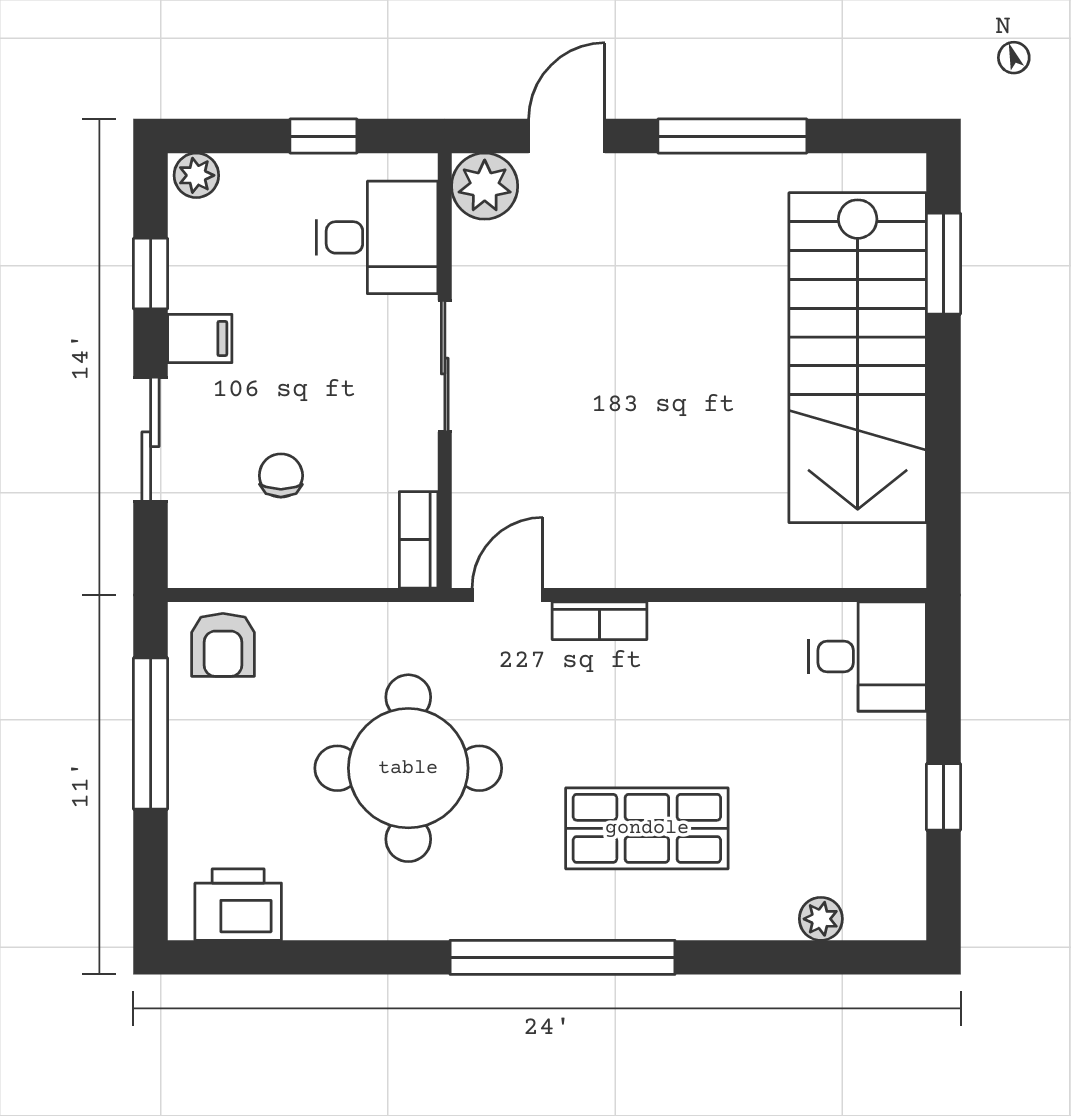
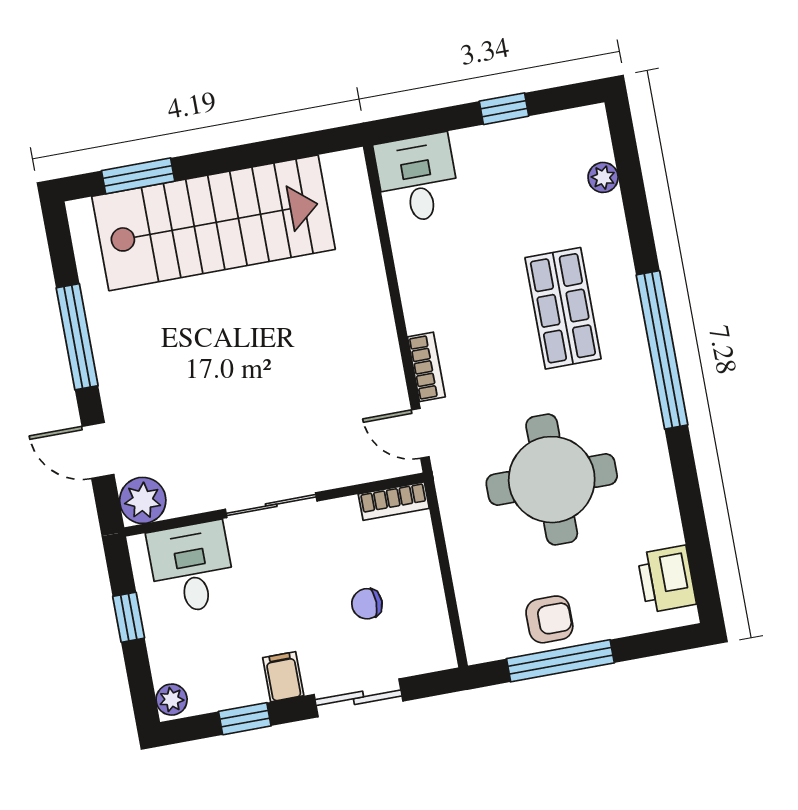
armchair: (223, 645) -> (549, 619), moved

